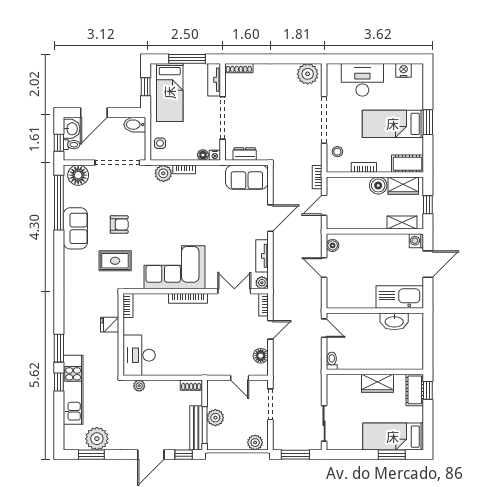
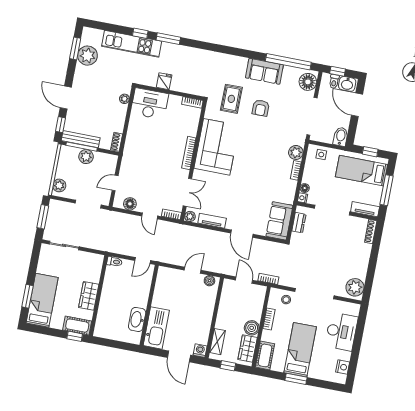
fridge: (110, 325) -> (164, 81), moved

